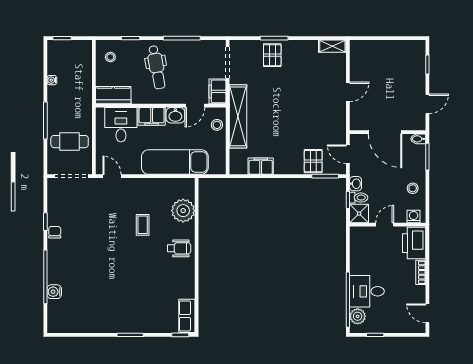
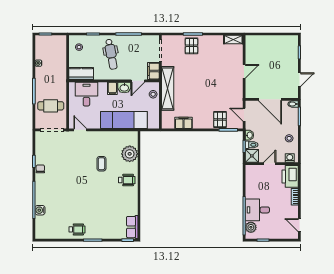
filing cabinet: (152, 116) -> (112, 88), width x0.50
wheelchair: (108, 319) -> (77, 229), added

